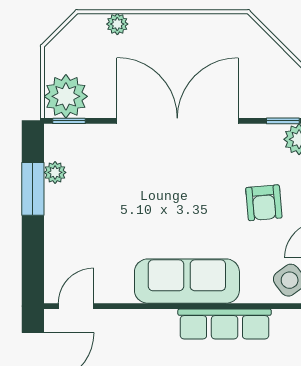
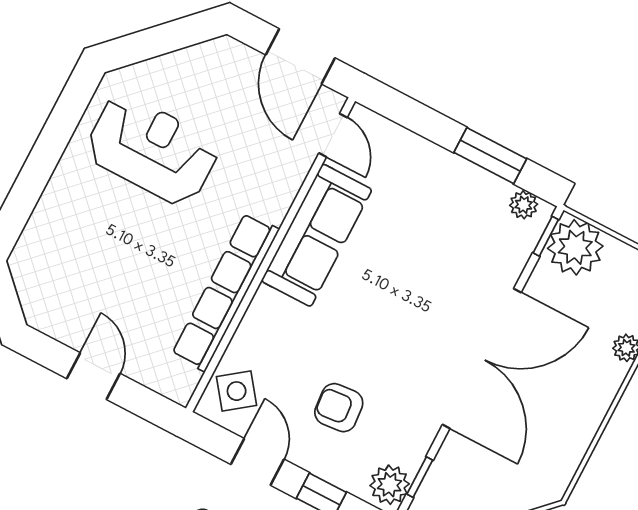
plant: (55, 172) -> (524, 205), moved
sofa: (187, 281) -> (317, 235), moved
row of seats: (225, 324) -> (226, 292), width x1.36

